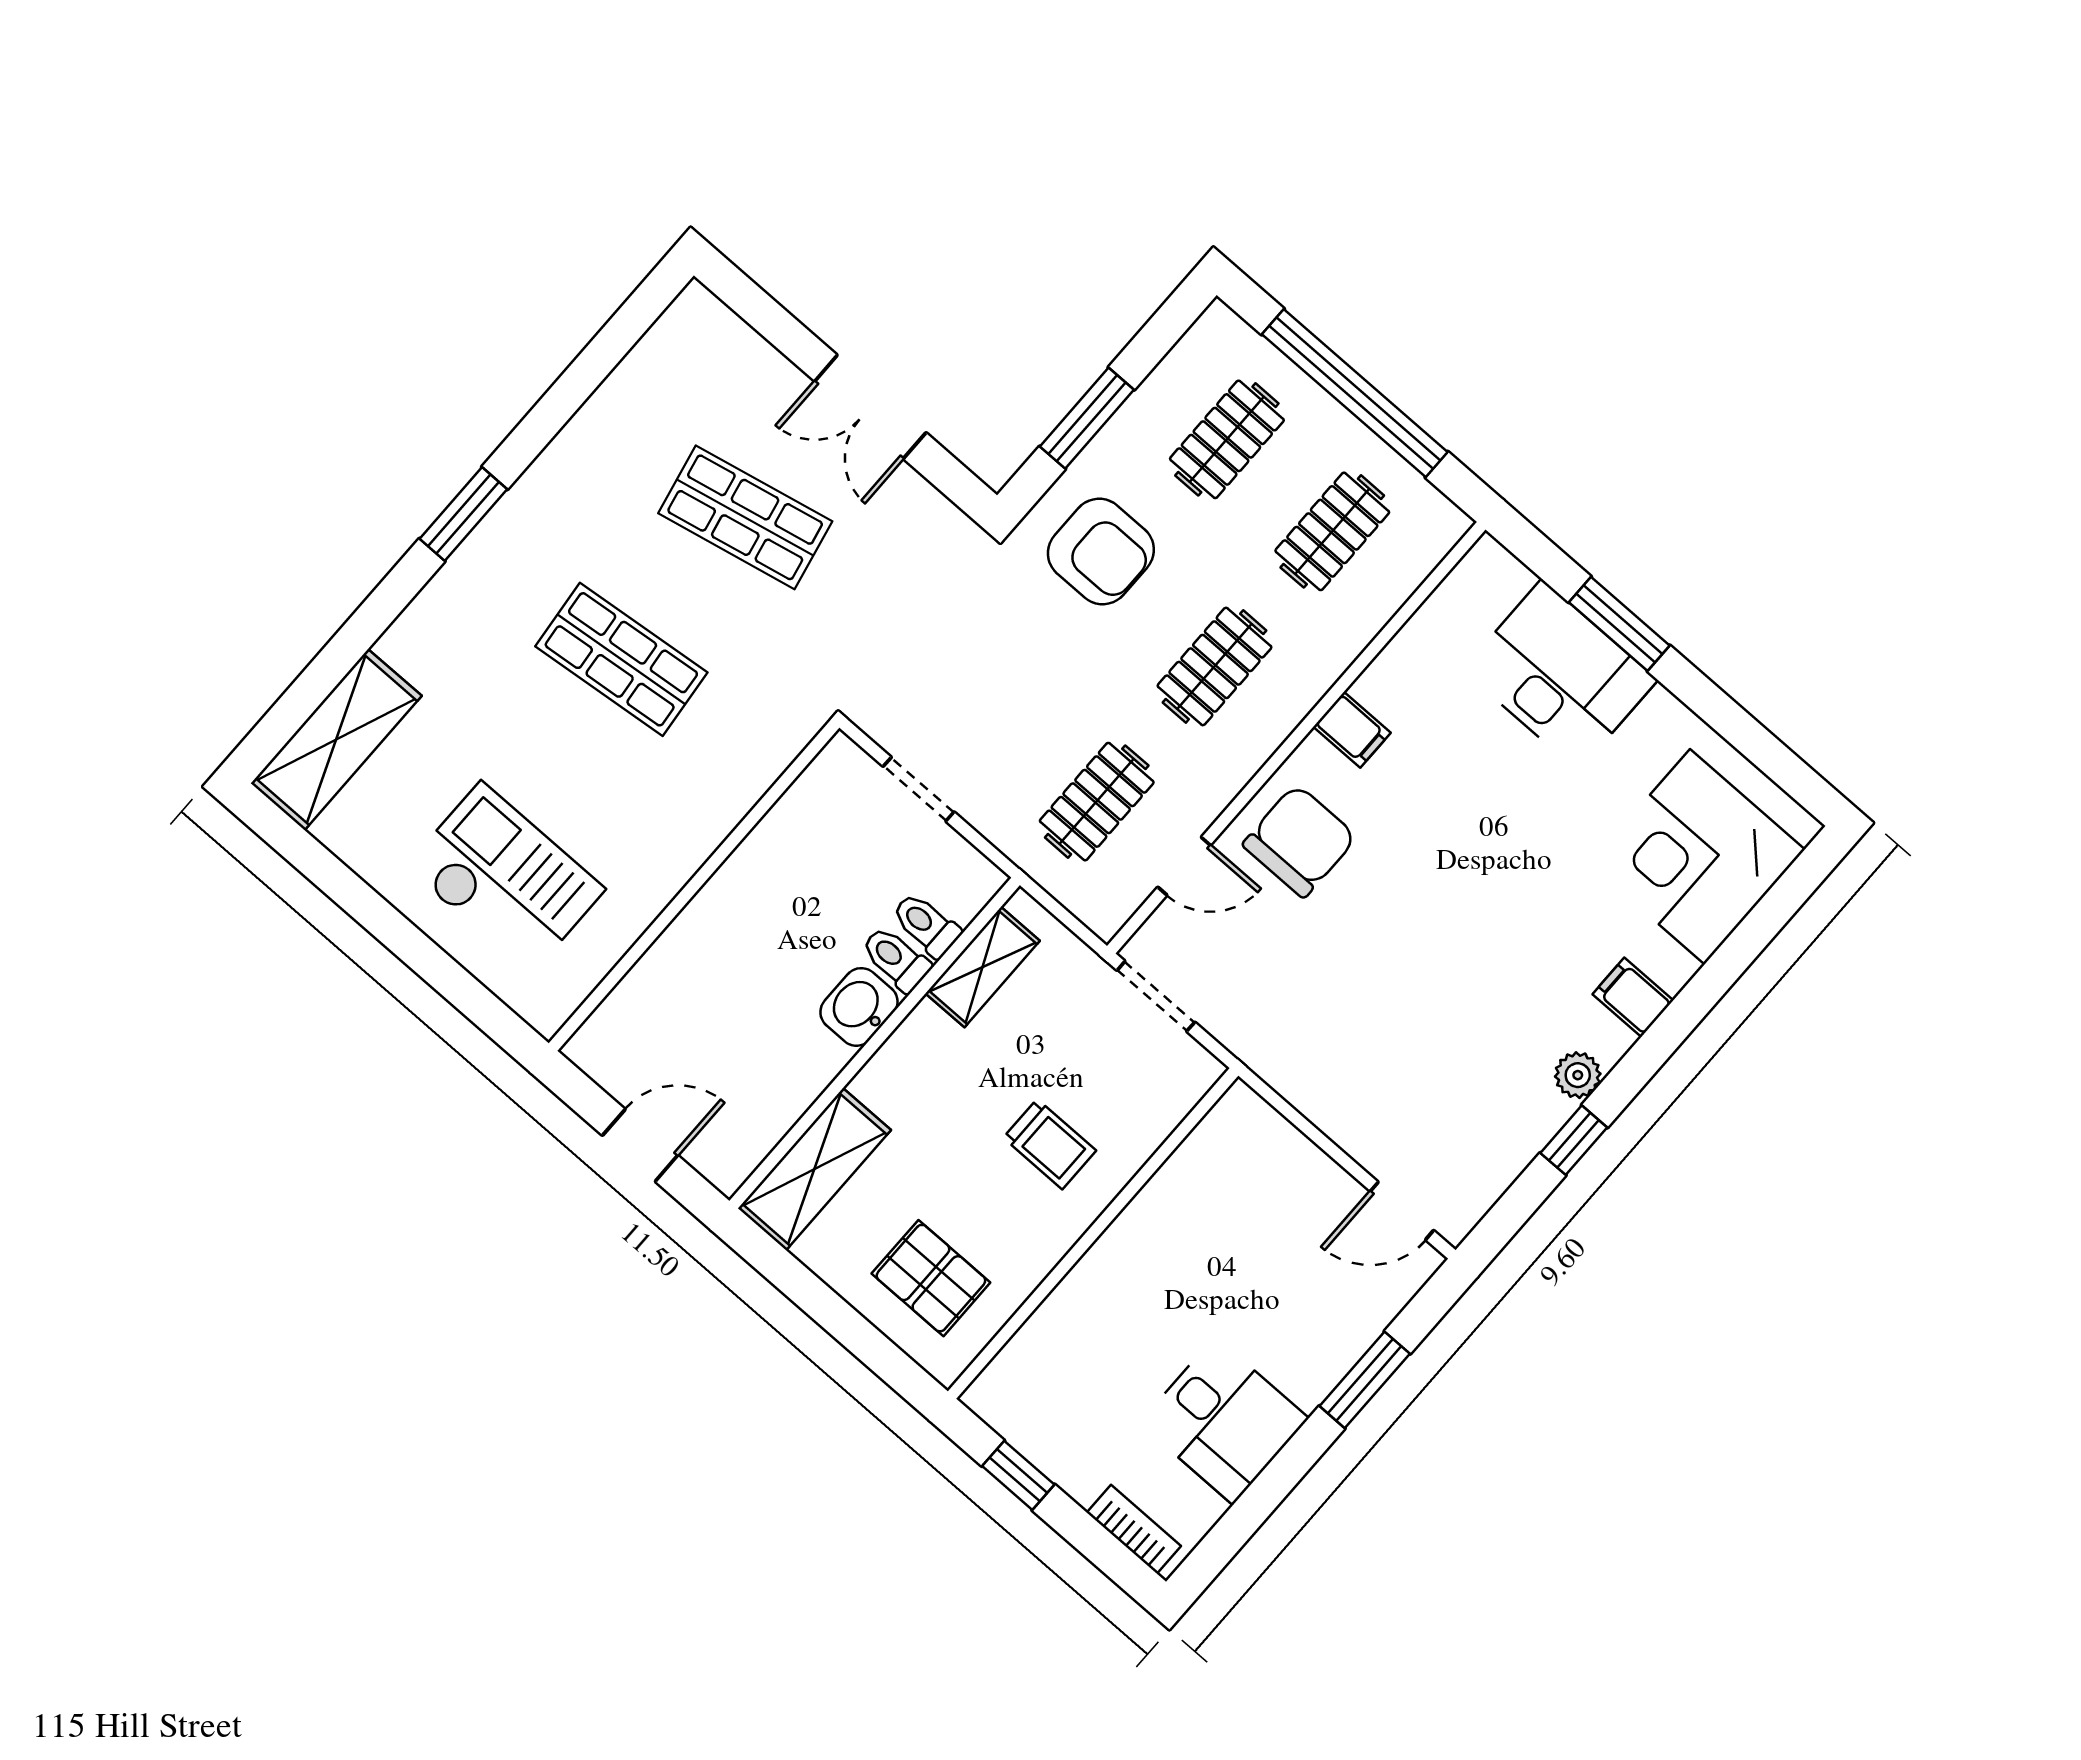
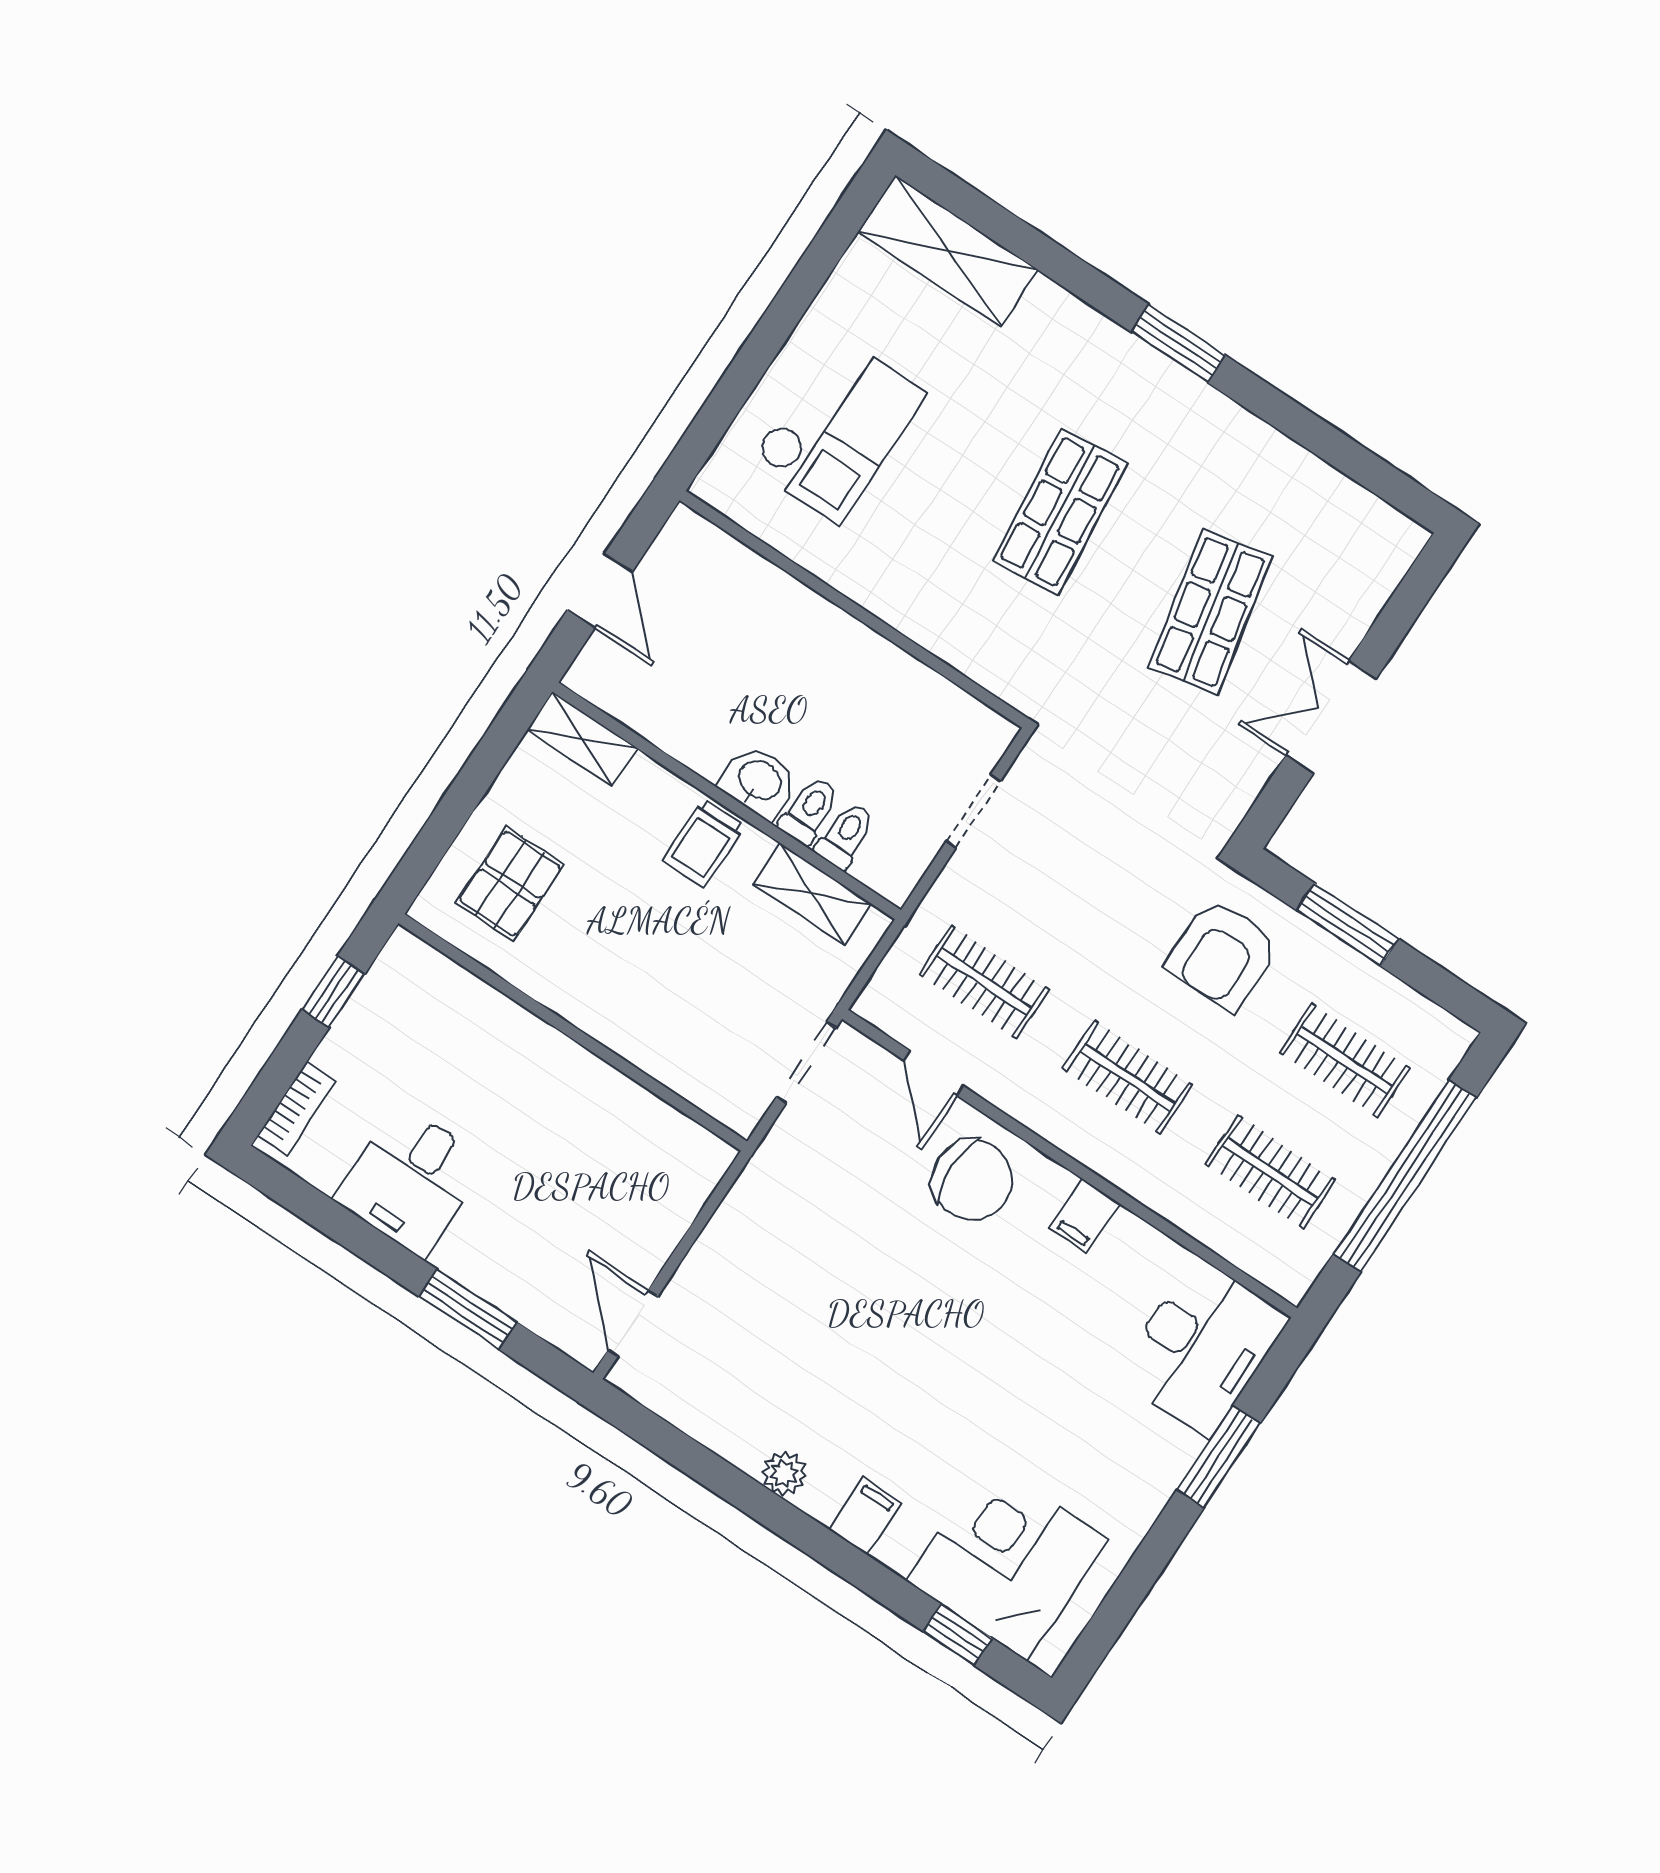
desk: (1560, 675) -> (1202, 1347), moved
window: (1574, 1140) -> (958, 1635), moved
trolley: (1050, 1144) -> (704, 843), moved
shelving: (814, 1169) -> (582, 739), width x0.67, depth x0.75

